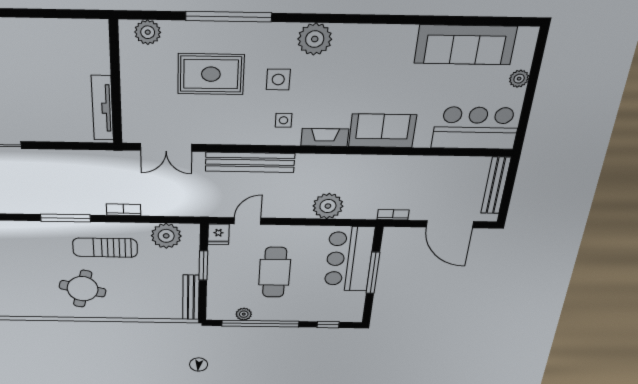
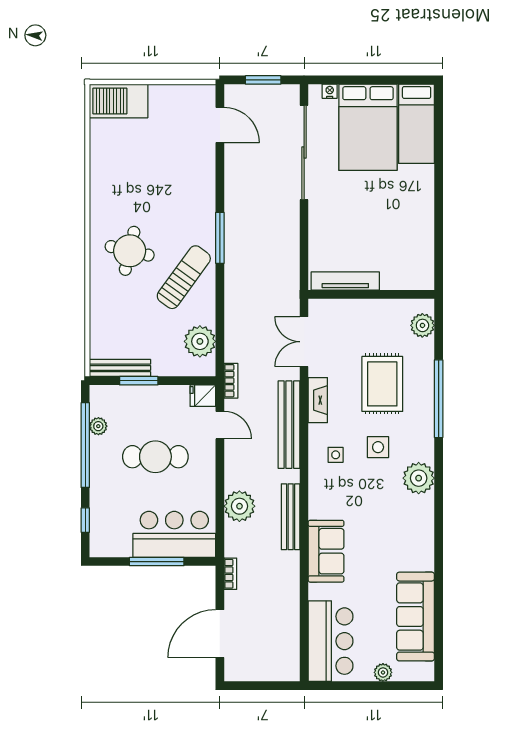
fireplace: (325, 137) -> (318, 400), moved
bench: (496, 186) -> (291, 517), moved, turned 90
bookcase: (124, 210) -> (231, 381), moved
sun lounger: (105, 248) -> (184, 277), turned 36
window: (203, 265) -> (139, 381), moved

